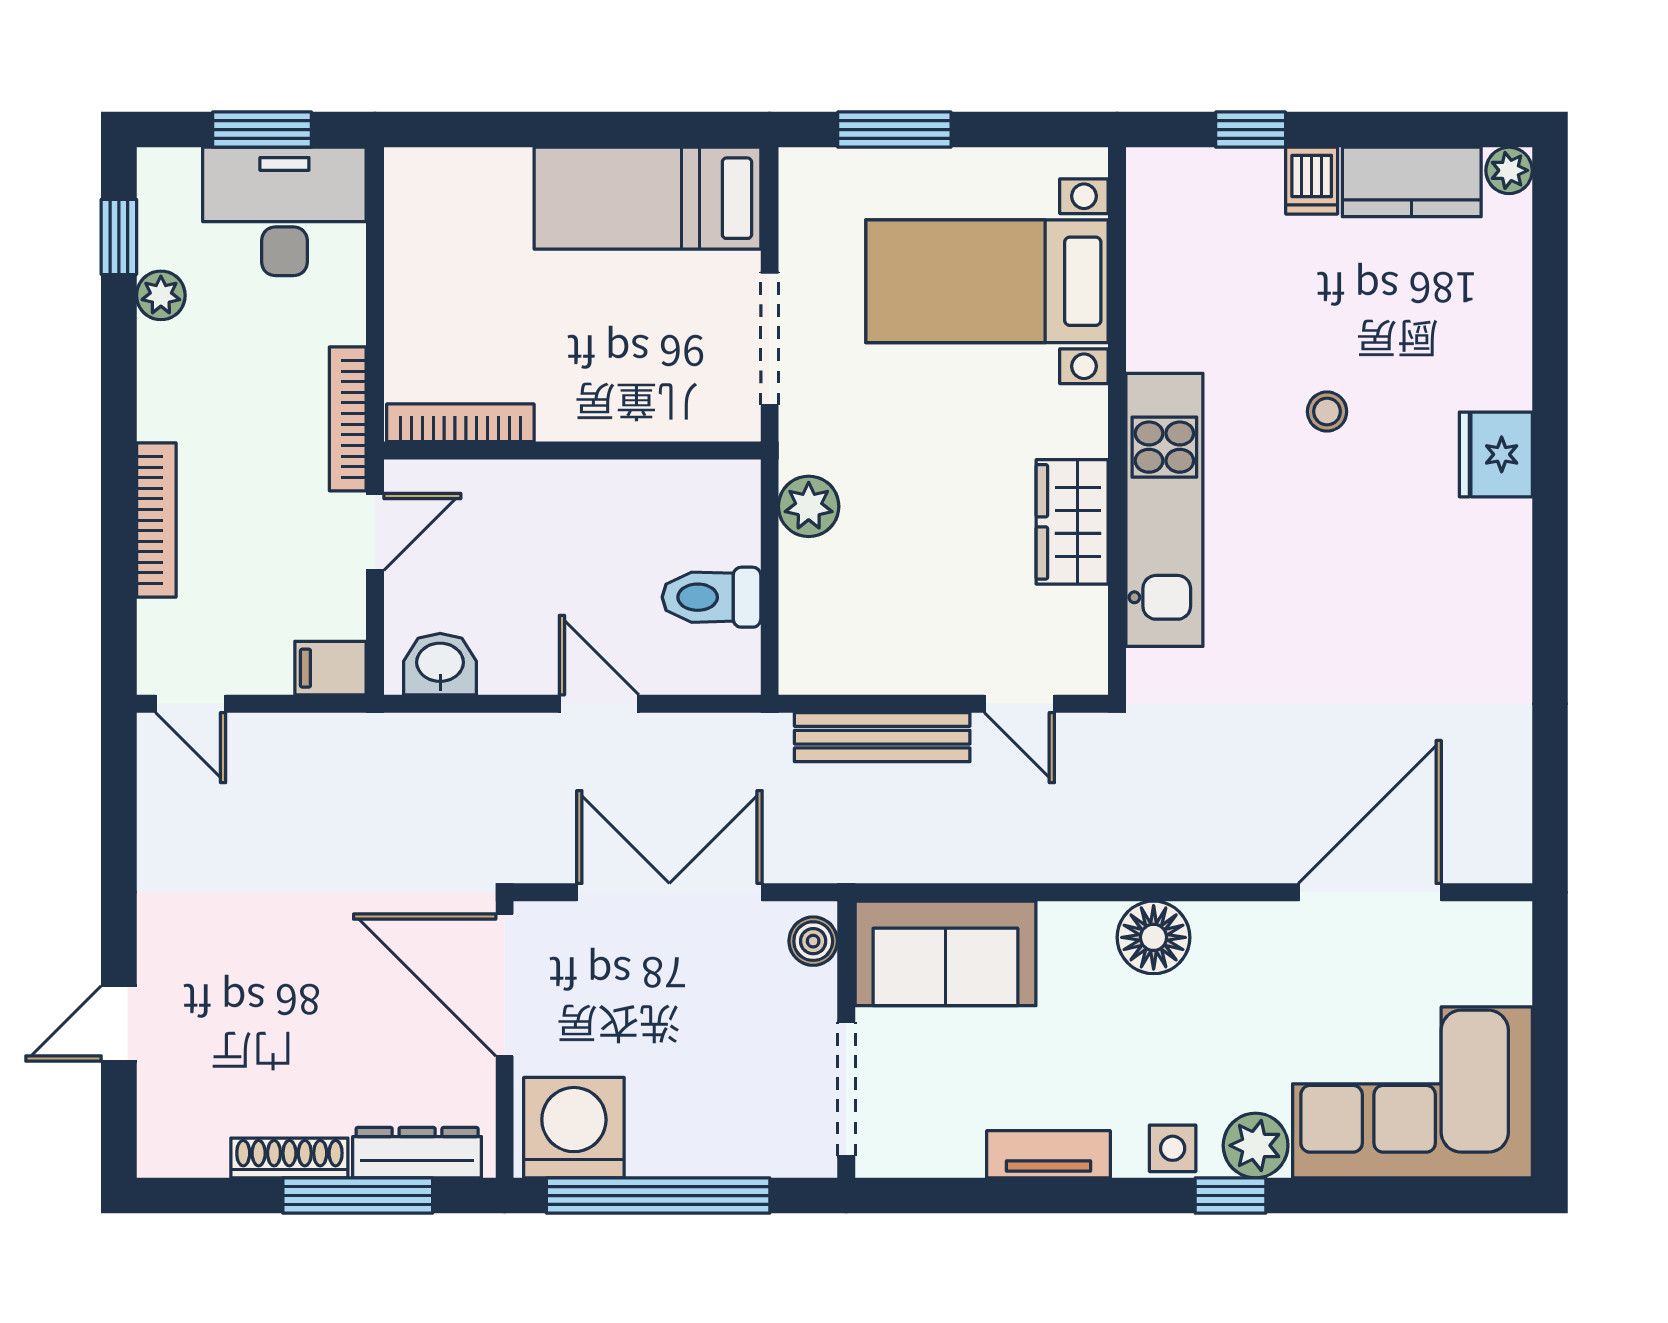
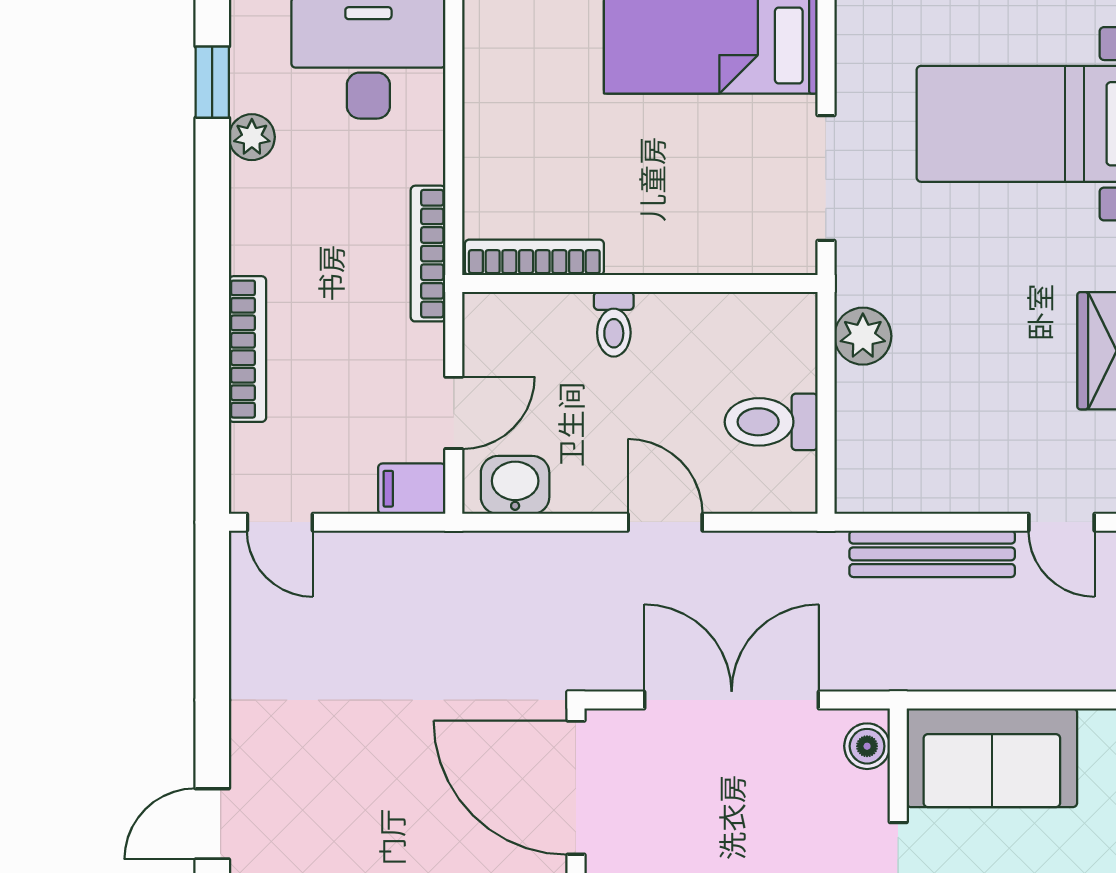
toilet: (545, 494) -> (614, 324), added
door: (375, 532) -> (454, 413), moved

